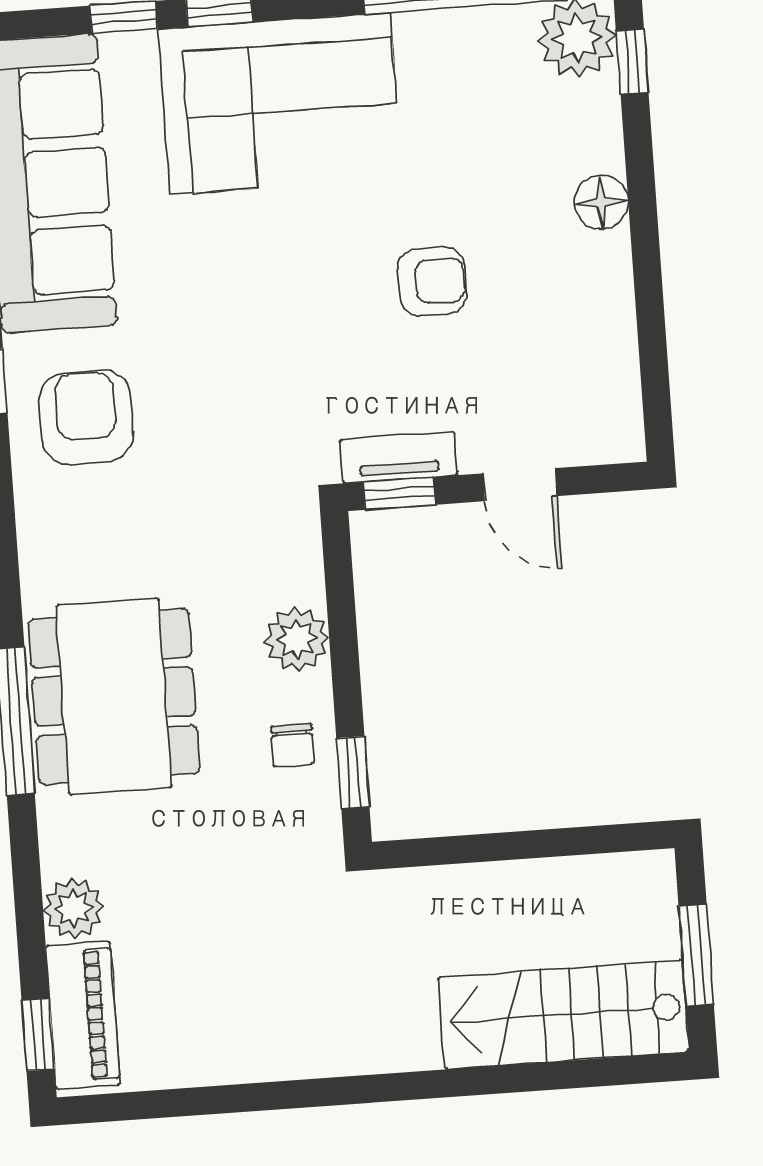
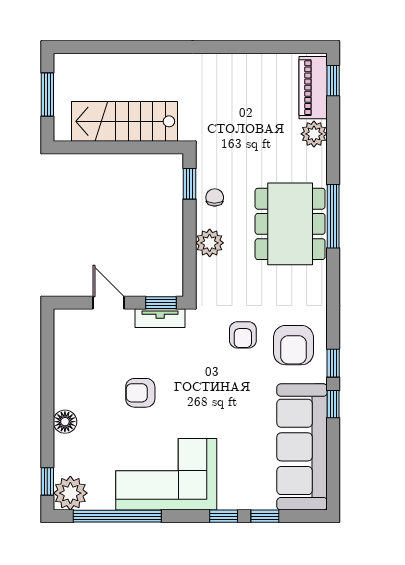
corner sofa: (280, 103) -> (166, 474), moved
armchair: (205, 432) -> (243, 335), added
stairs: (563, 1015) -> (124, 121), moved, turned 180

